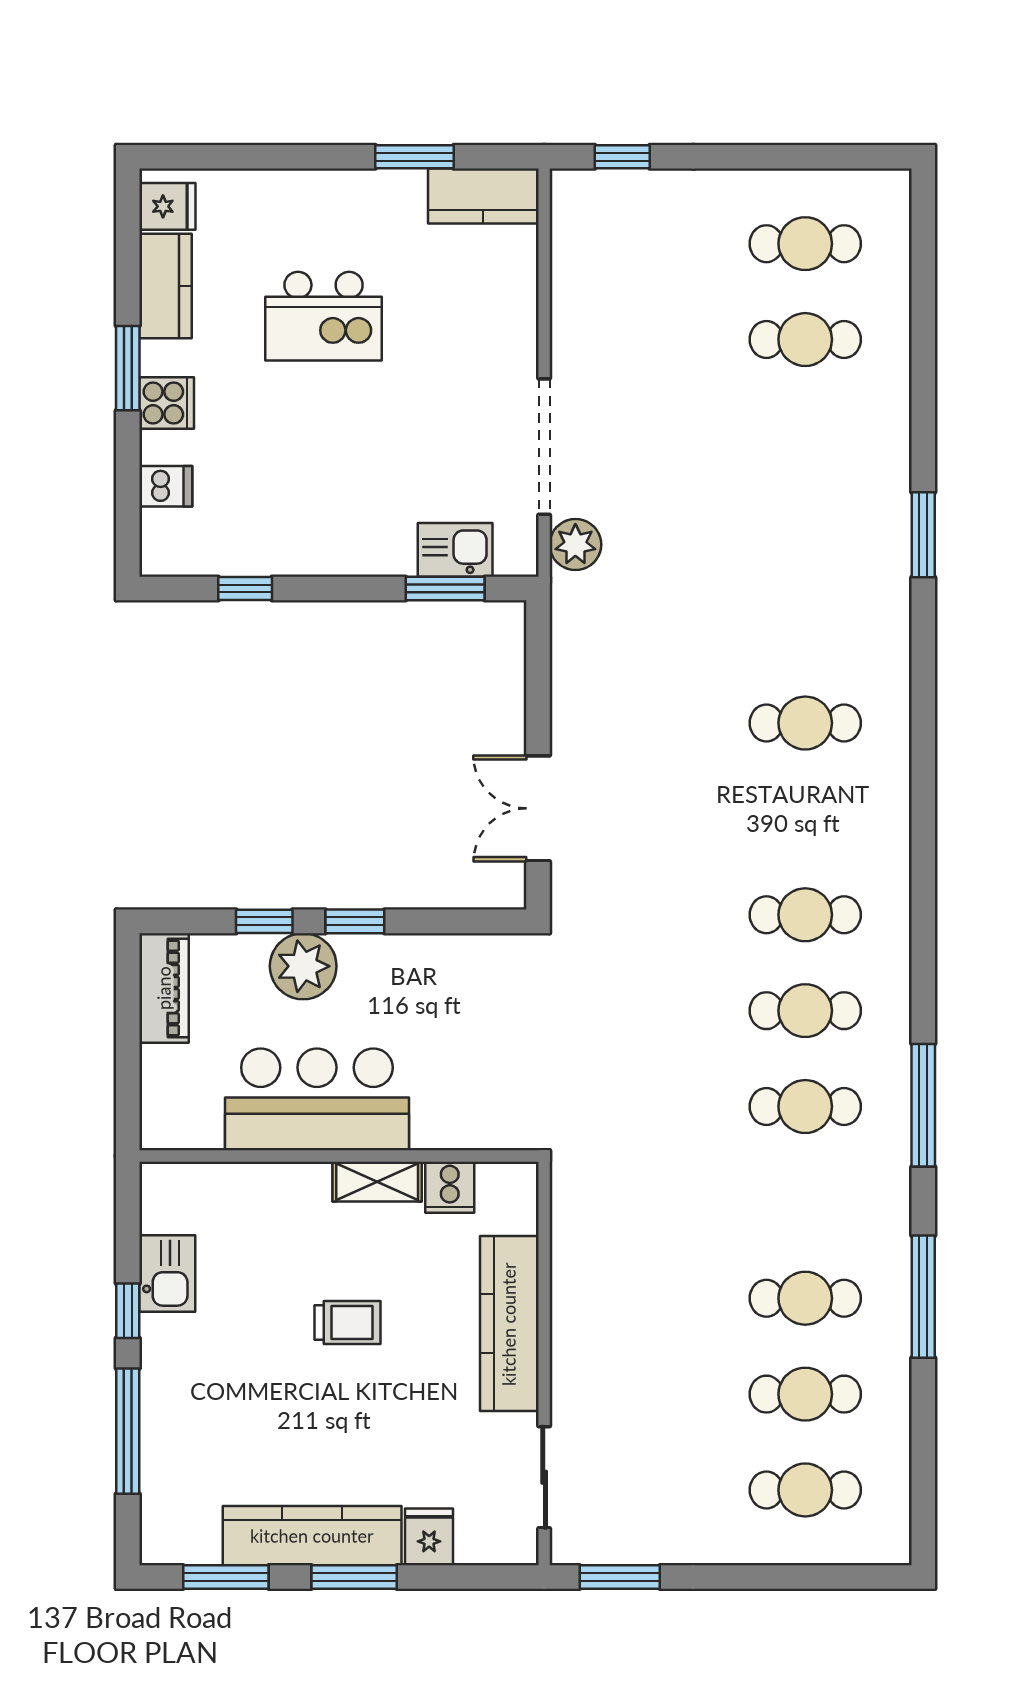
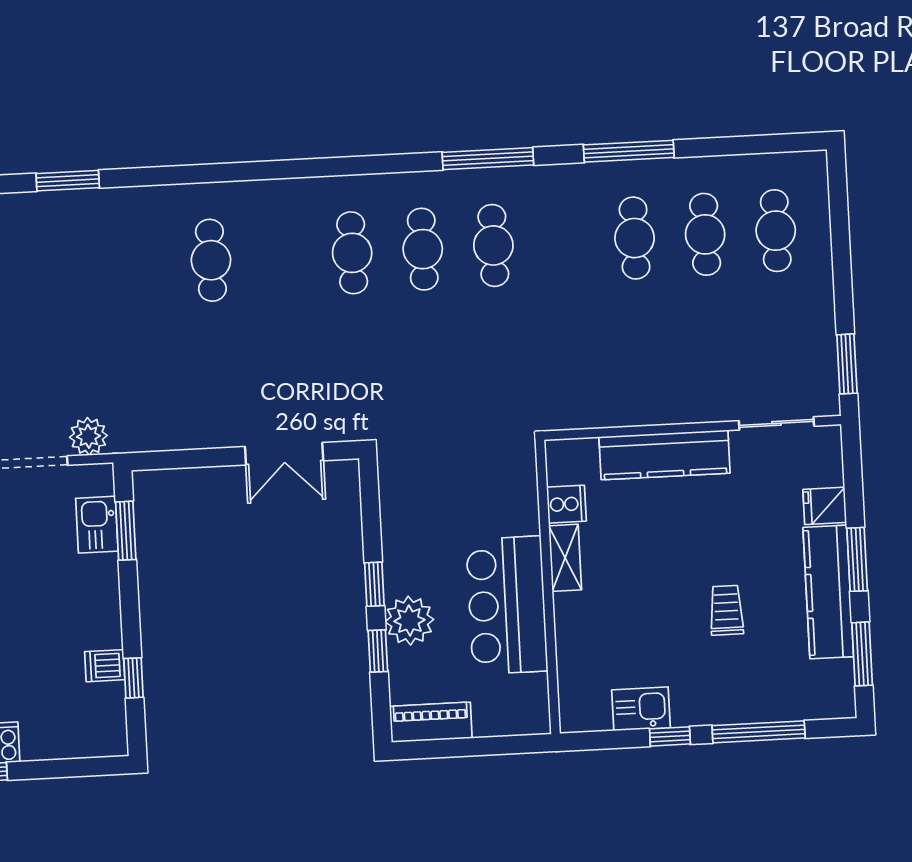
dishwasher: (166, 486) -> (105, 666), moved, turned -90
trolley: (347, 1323) -> (726, 610), moved

